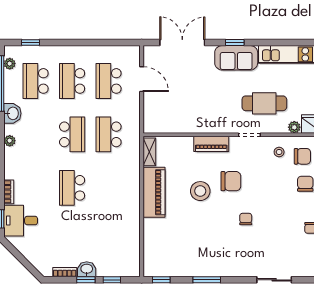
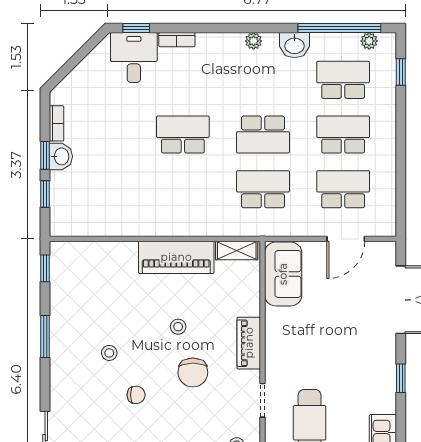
sofa: (236, 58) -> (283, 274), moved, turned 180
stool: (200, 191) -> (178, 327), width x0.53, depth x0.53
stool: (218, 237) -> (109, 353), added

